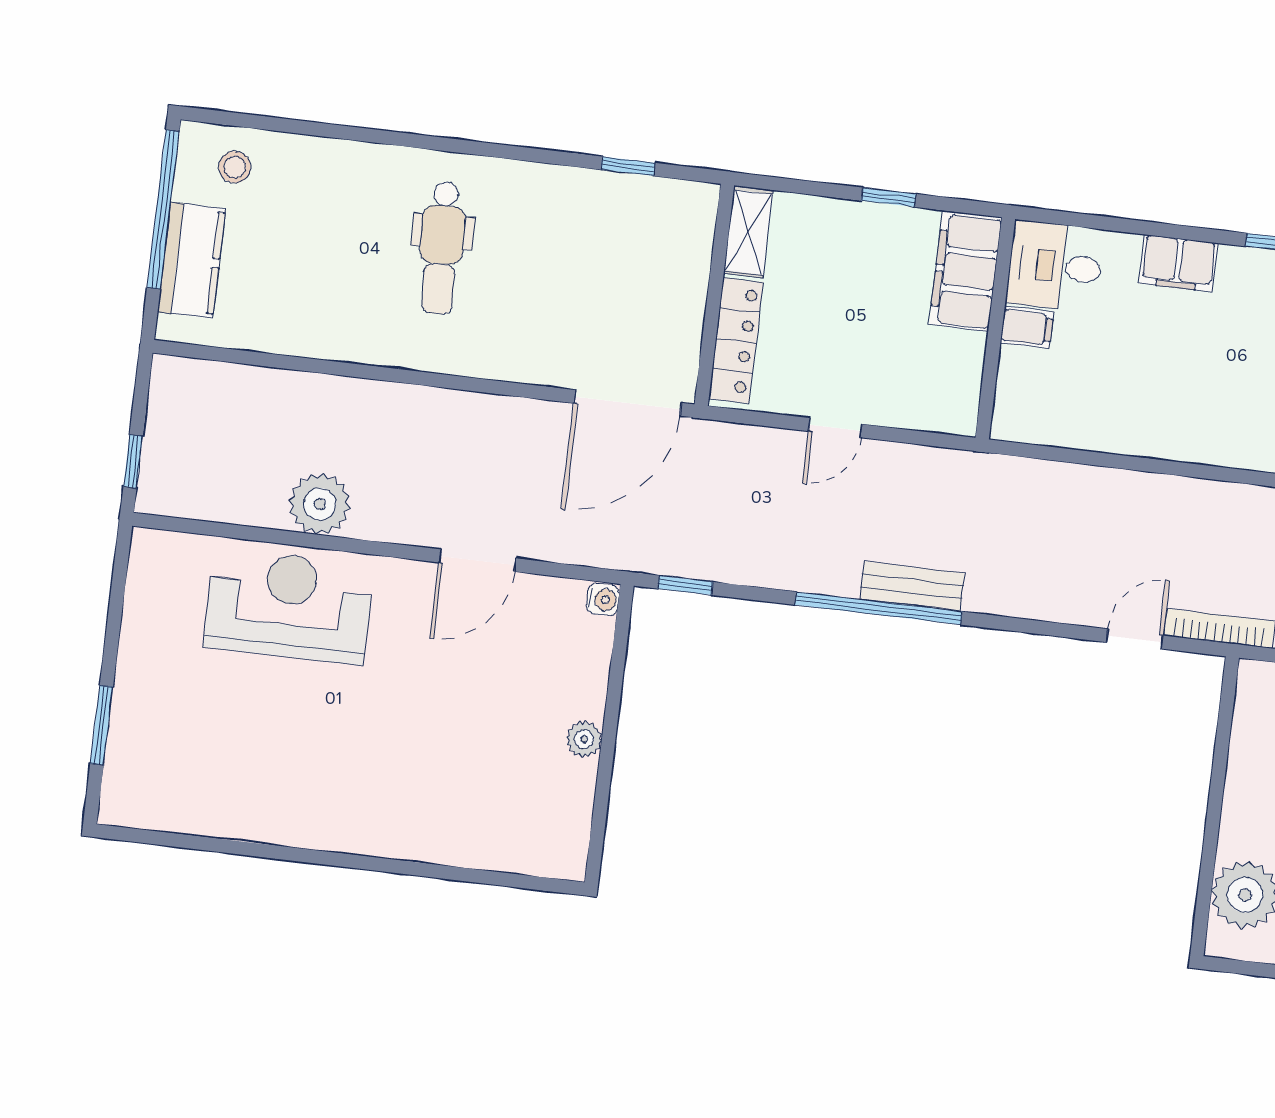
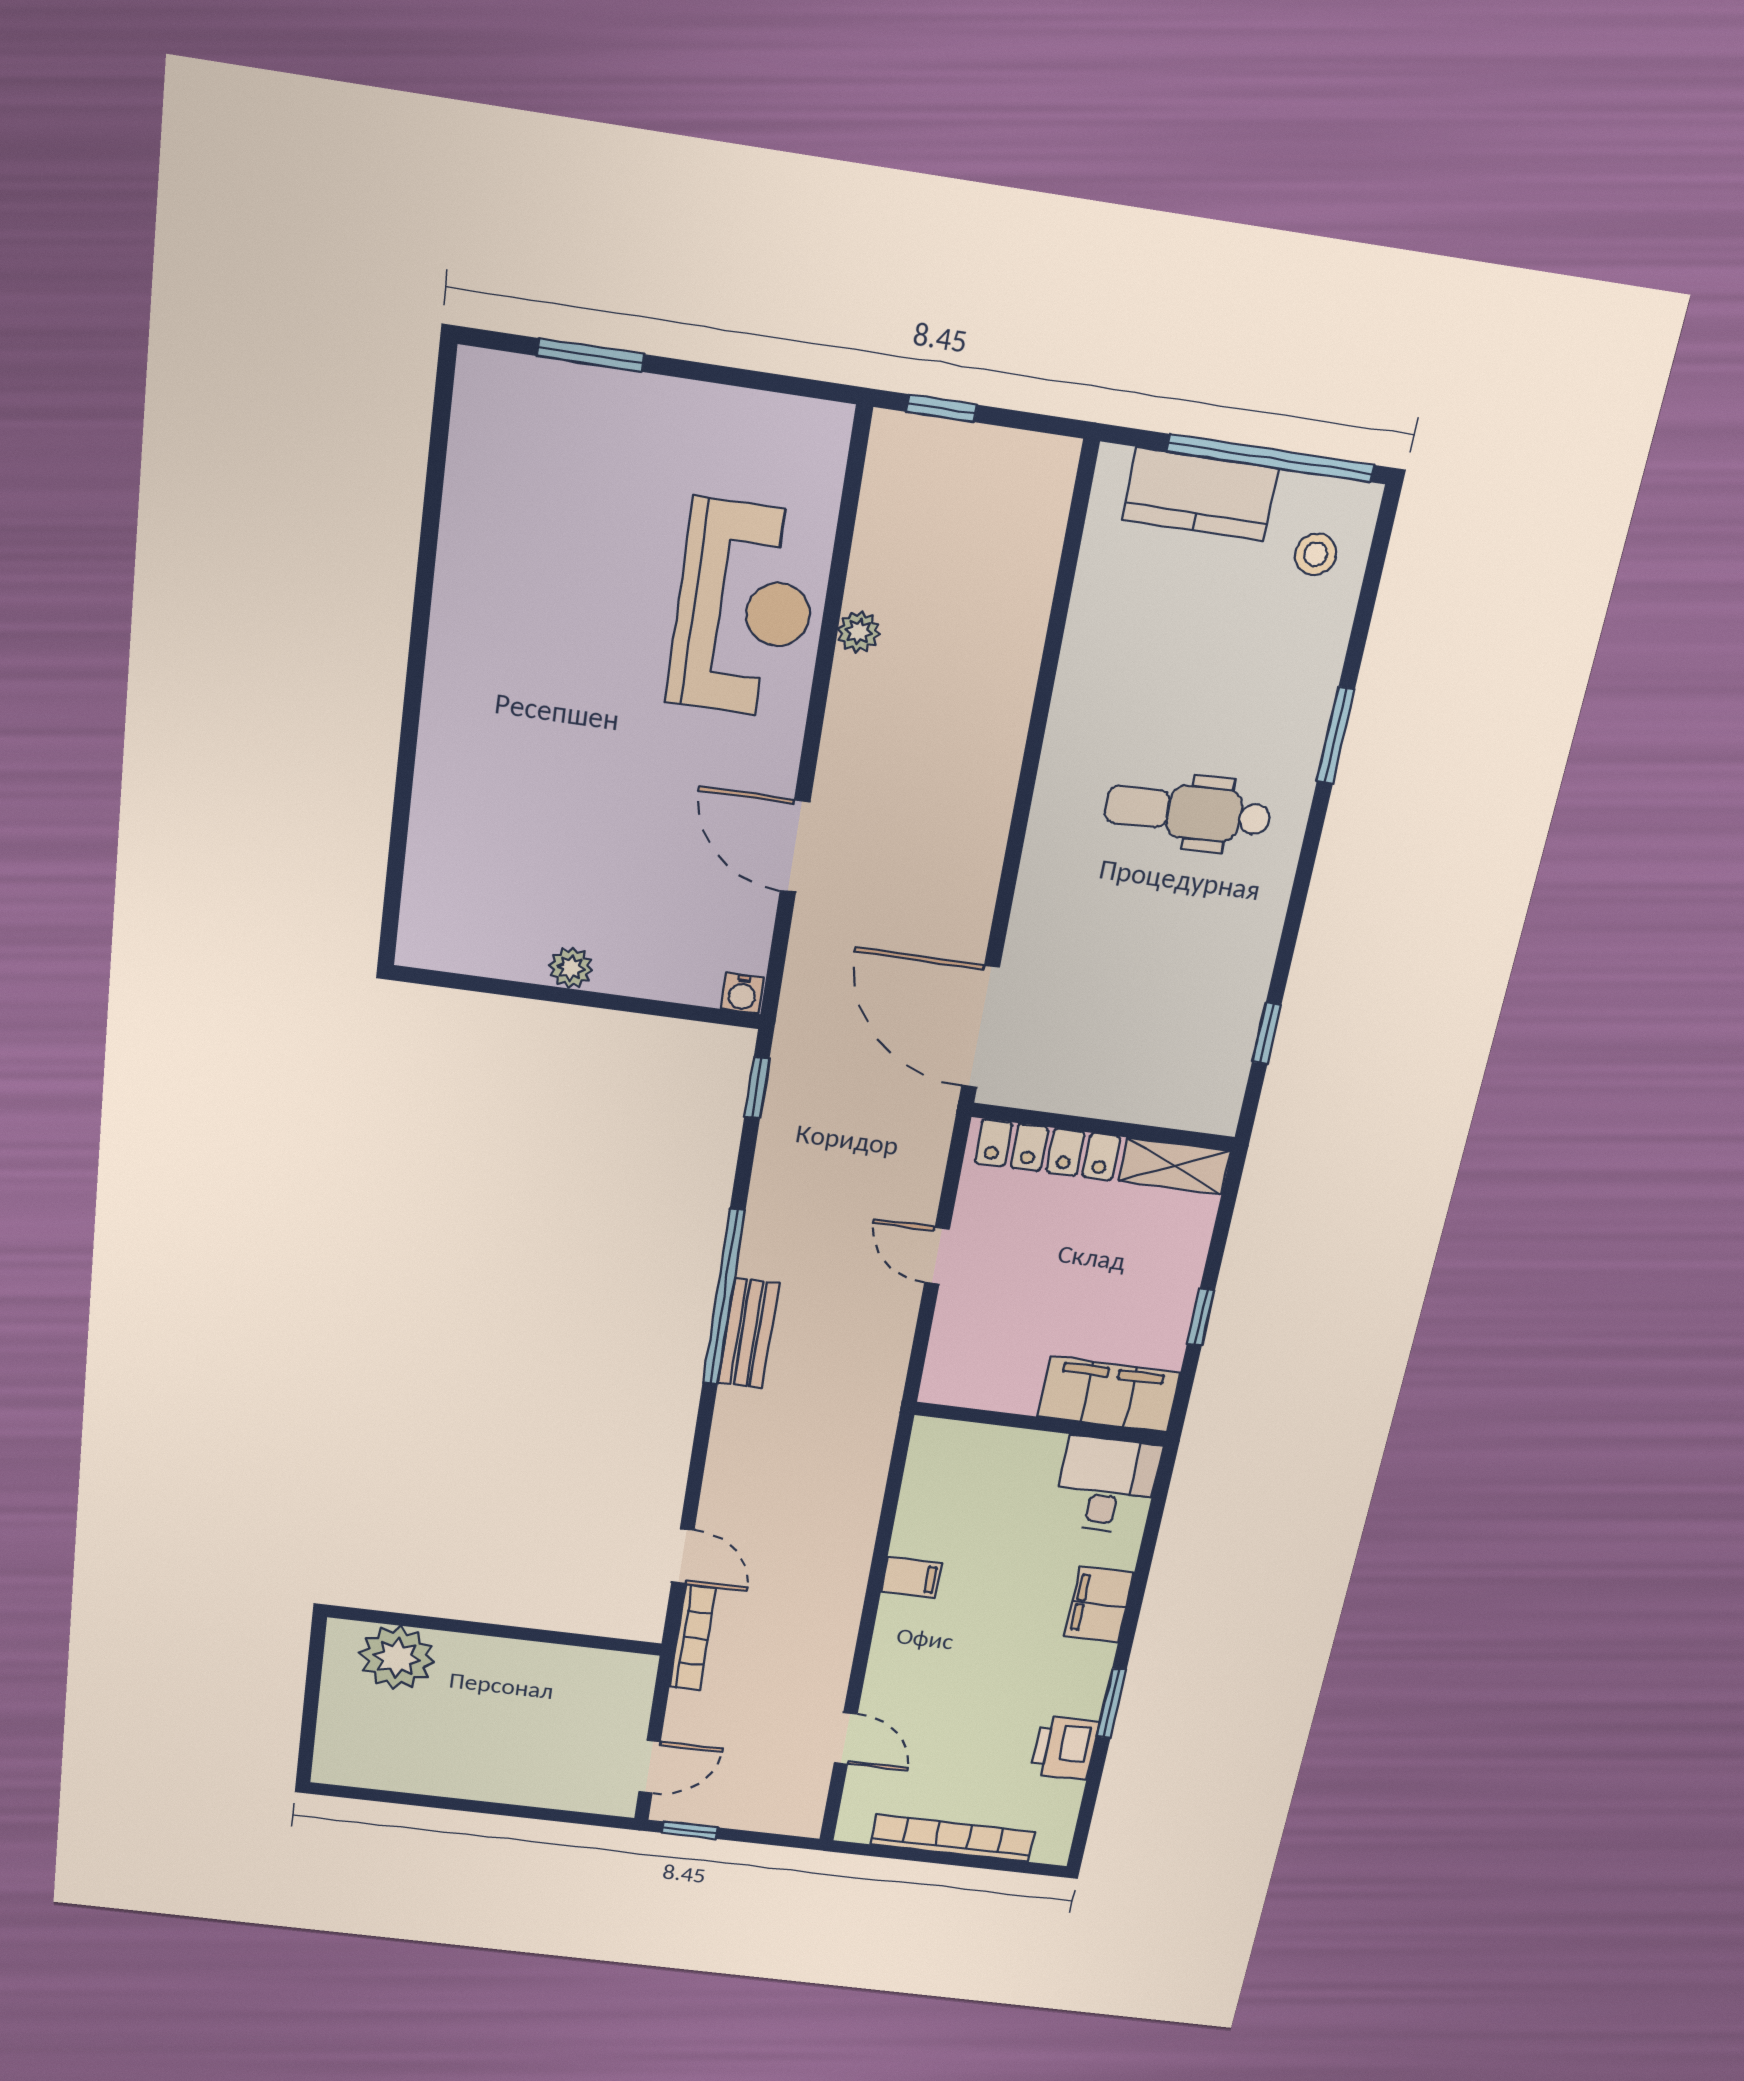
window: (376, 136) -> (1336, 735), added
filing cabinet: (1027, 327) -> (911, 1577), moved, turned -90
plant: (320, 504) -> (859, 632), width x0.53, depth x0.53

